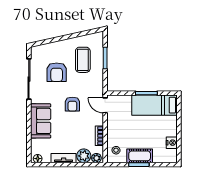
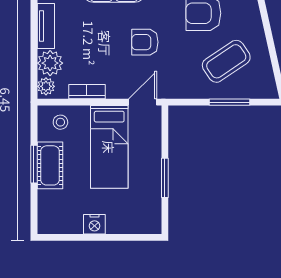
coffee table: (83, 60) -> (226, 61), turned -34
bed: (154, 105) -> (109, 147), moved, turned 180
nightstand: (172, 143) -> (94, 224), moved

